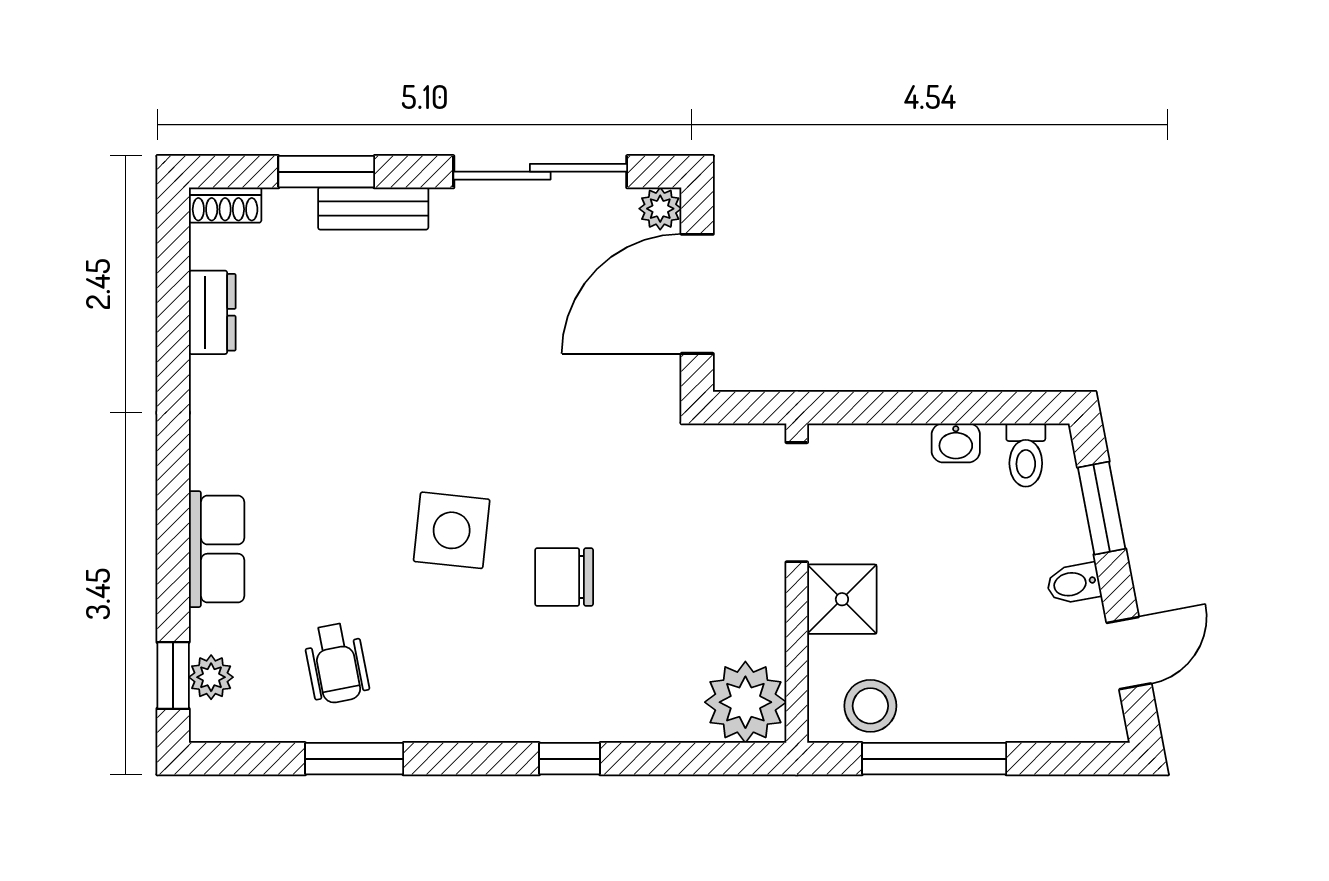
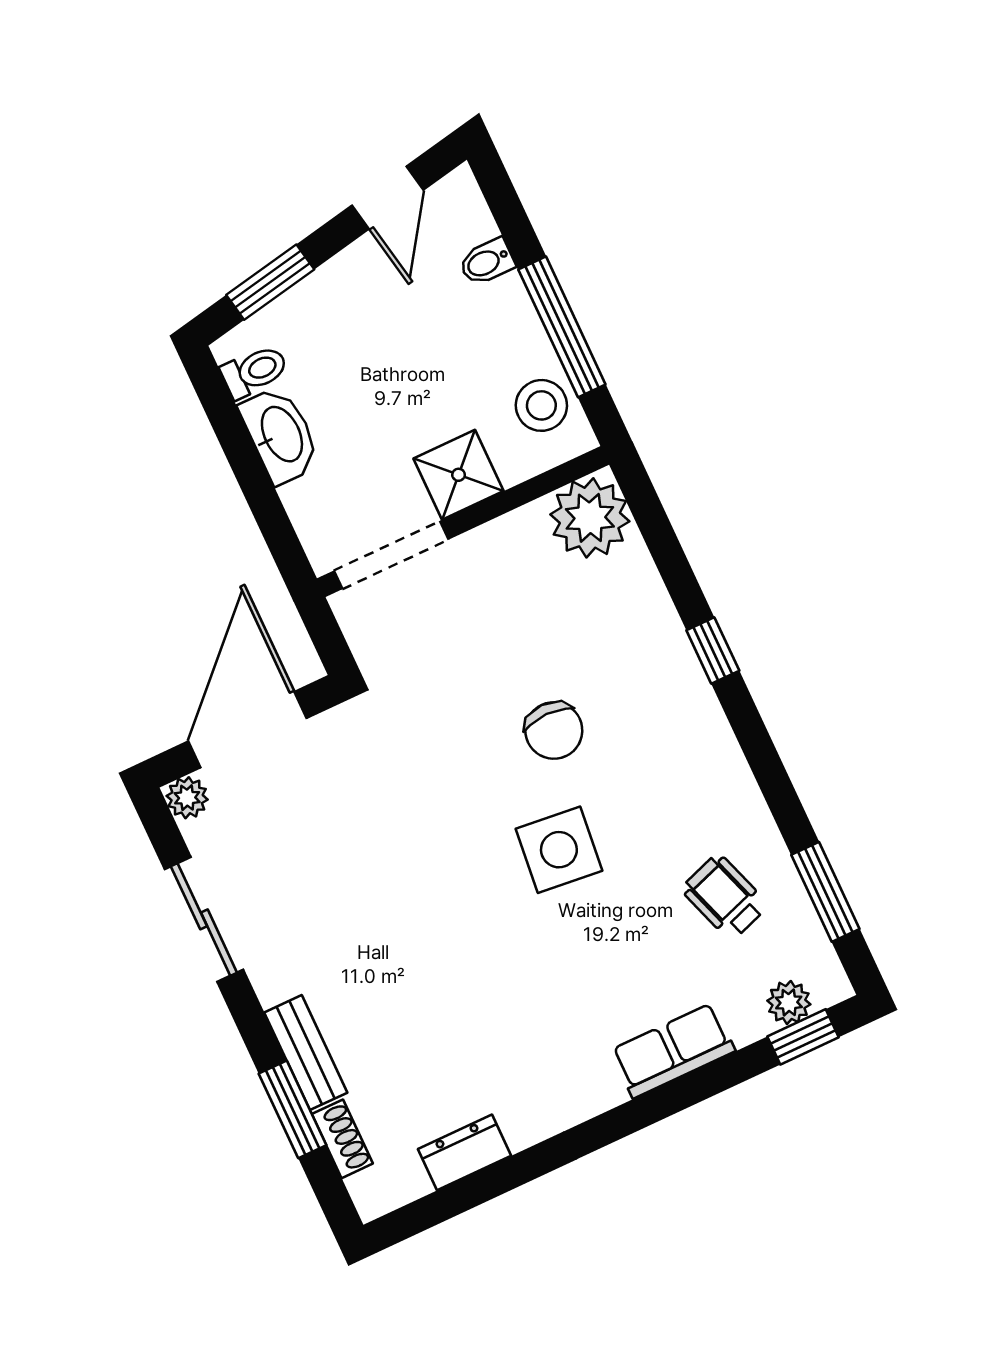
sliding door: (540, 172) -> (204, 919), width x0.73
shoe rack: (225, 205) -> (342, 1139), moved
door: (697, 294) -> (247, 730), swing flipped
washbasin: (956, 443) -> (280, 435), width x1.91, depth x1.45
bidet: (1074, 584) -> (487, 262), moved, turned 101
door: (1129, 653) -> (388, 198), swing flipped
wheelchair: (336, 663) -> (725, 897), turned -98
window: (354, 759) -> (825, 892), moved

